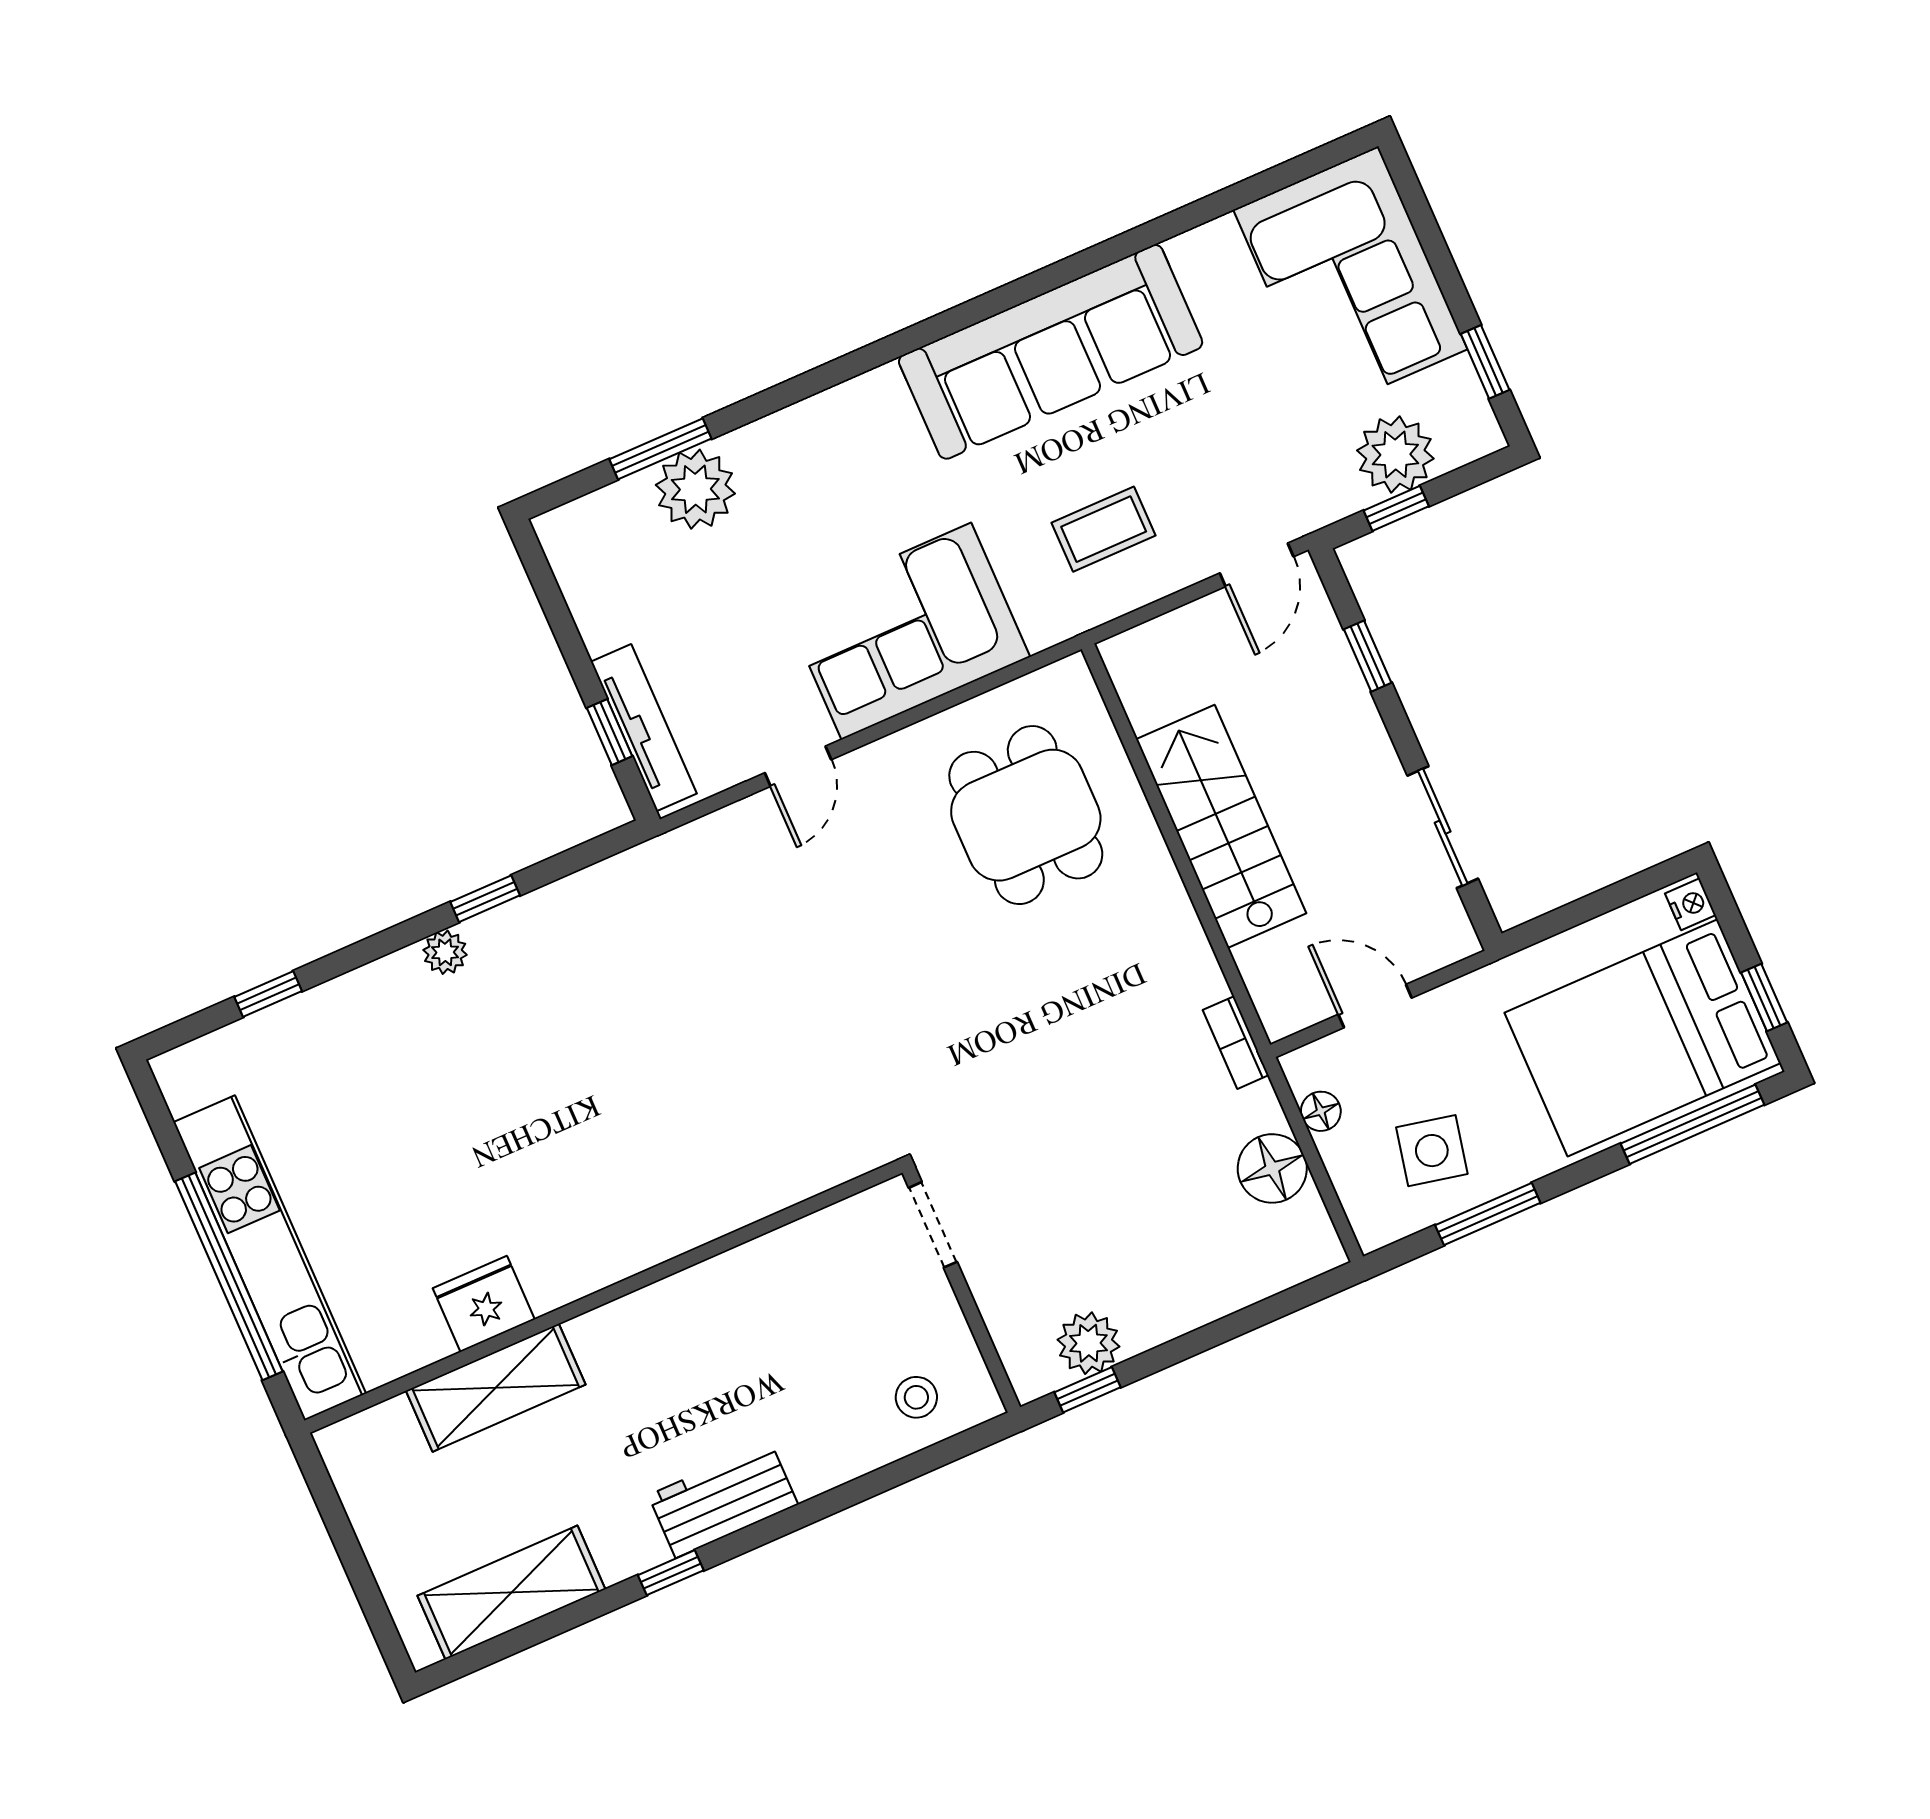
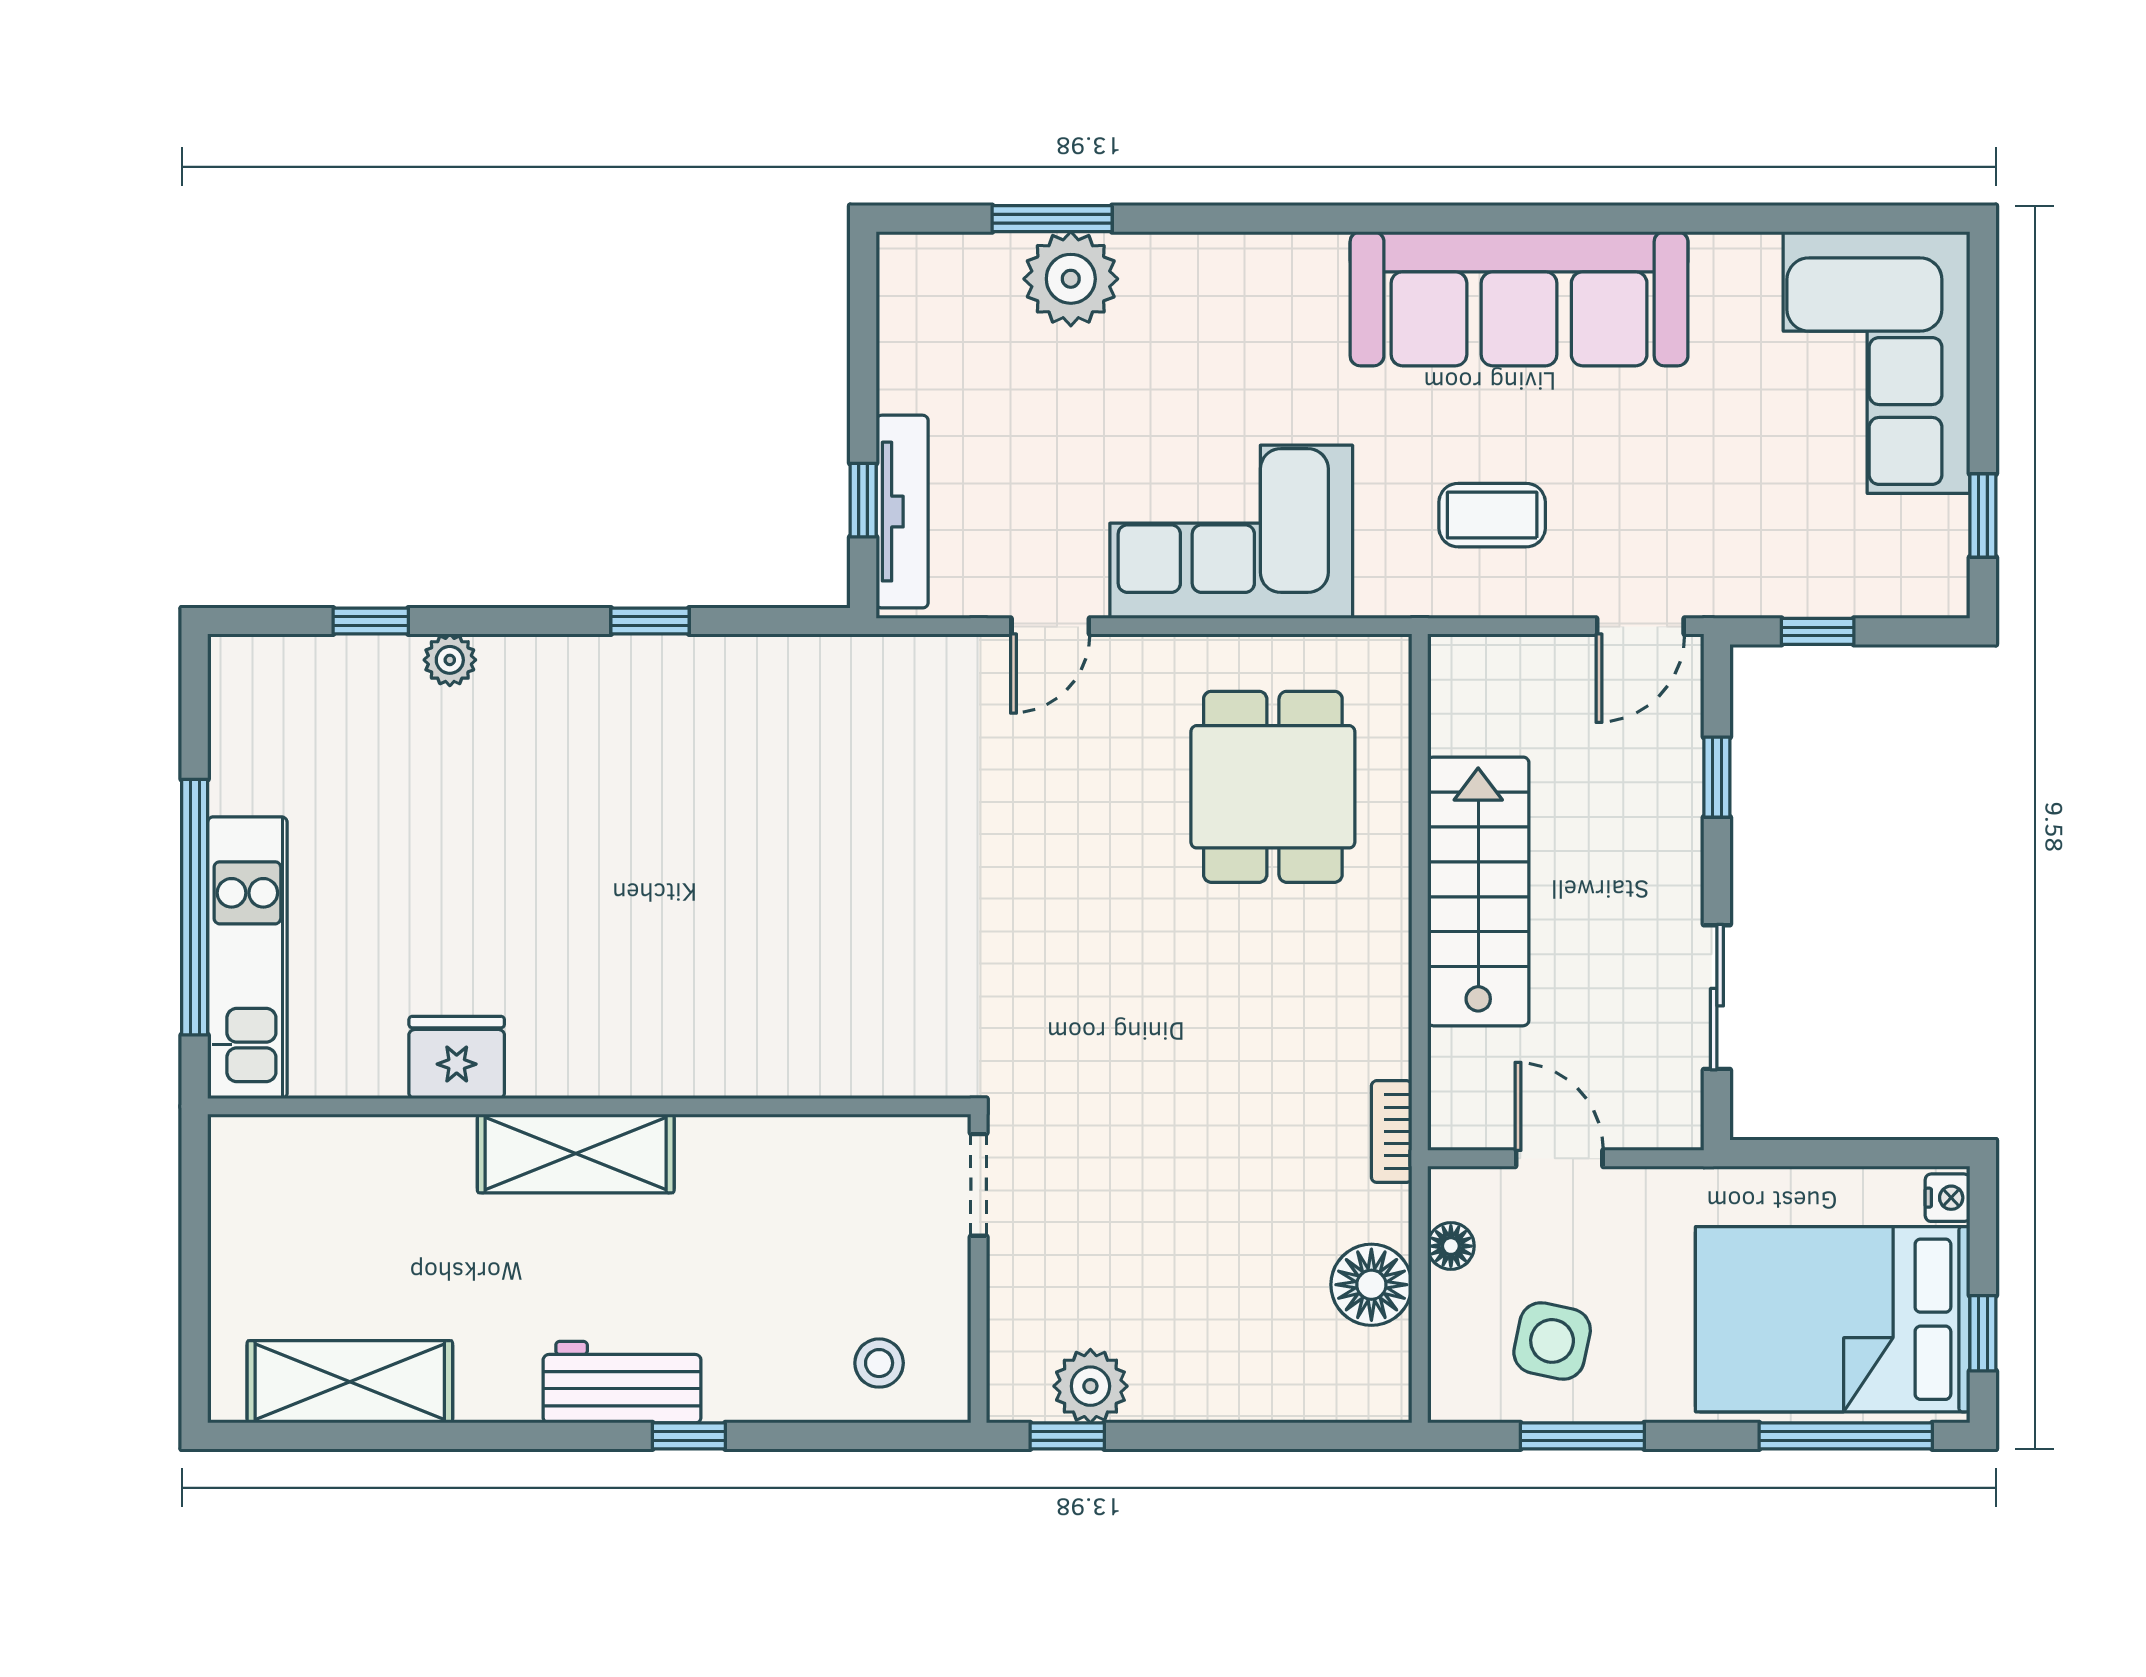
plant: (1395, 454) -> (1842, 573), removed
plant: (445, 952) -> (450, 660), moved
kitchen unit: (270, 1258) -> (247, 958), width x0.73
shelving: (496, 1388) -> (576, 1153), moved
window: (671, 1573) -> (689, 1436), moved

